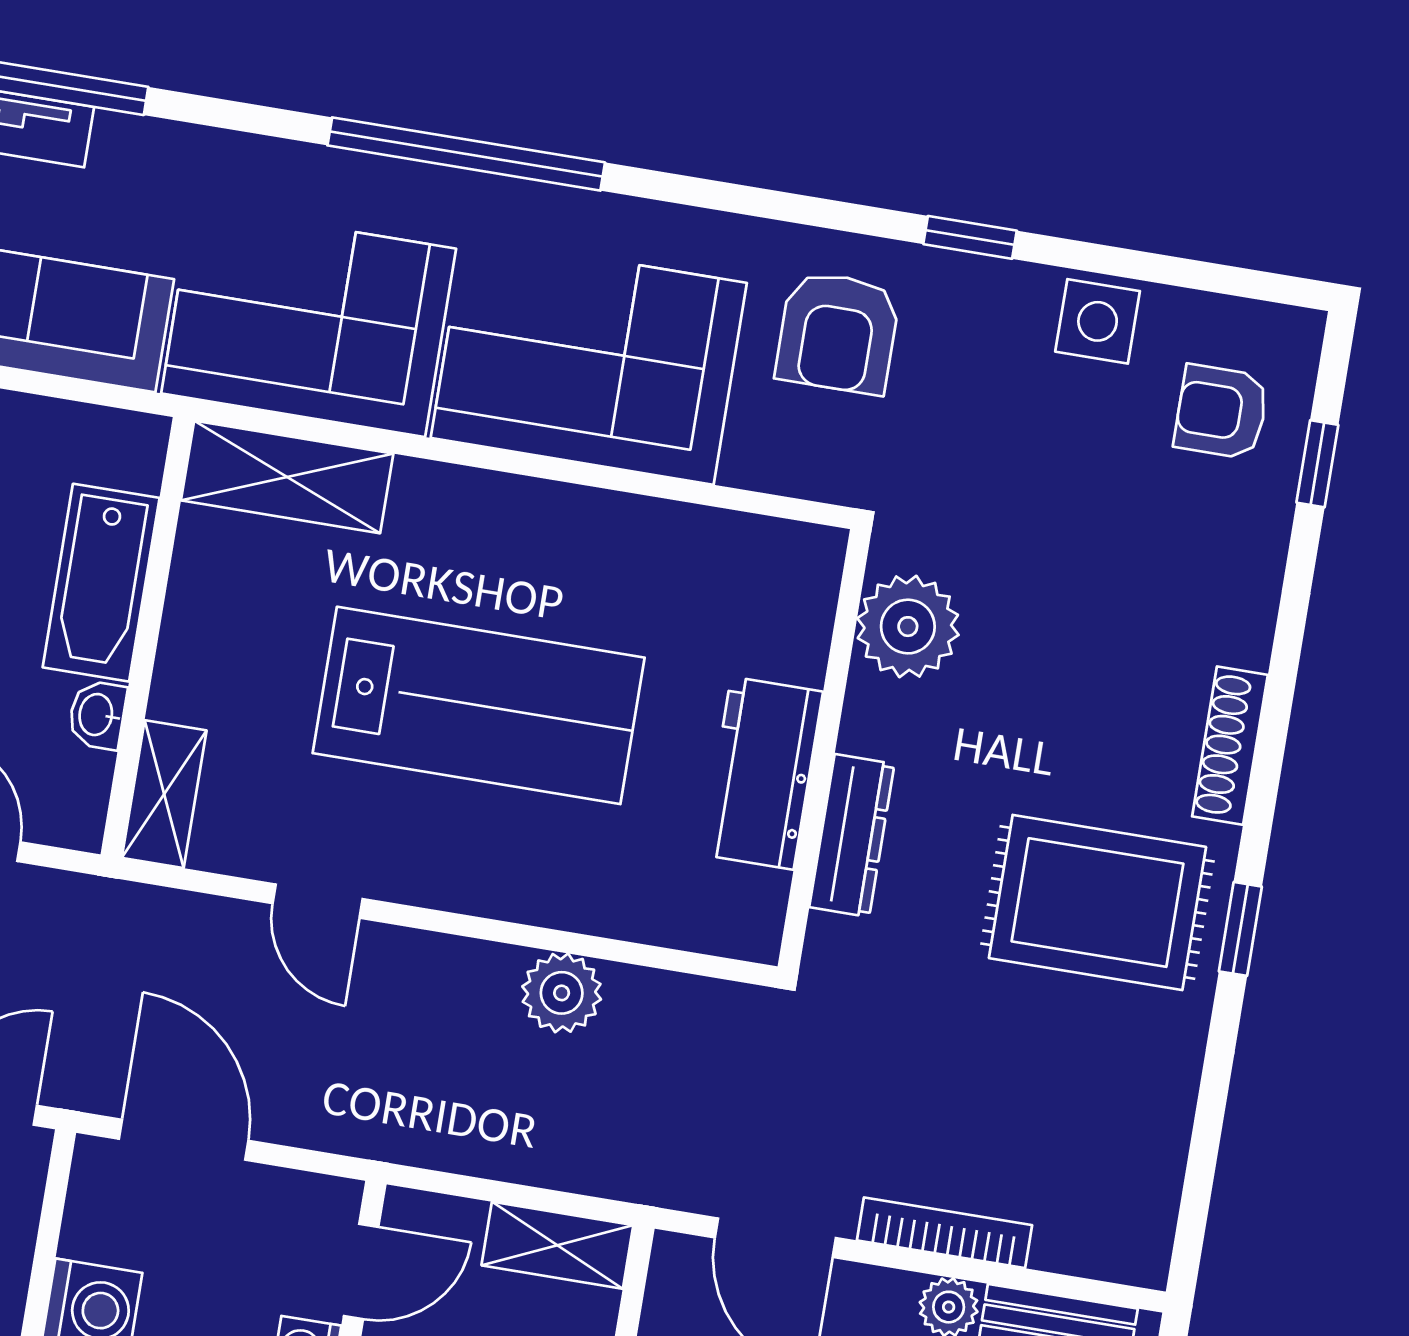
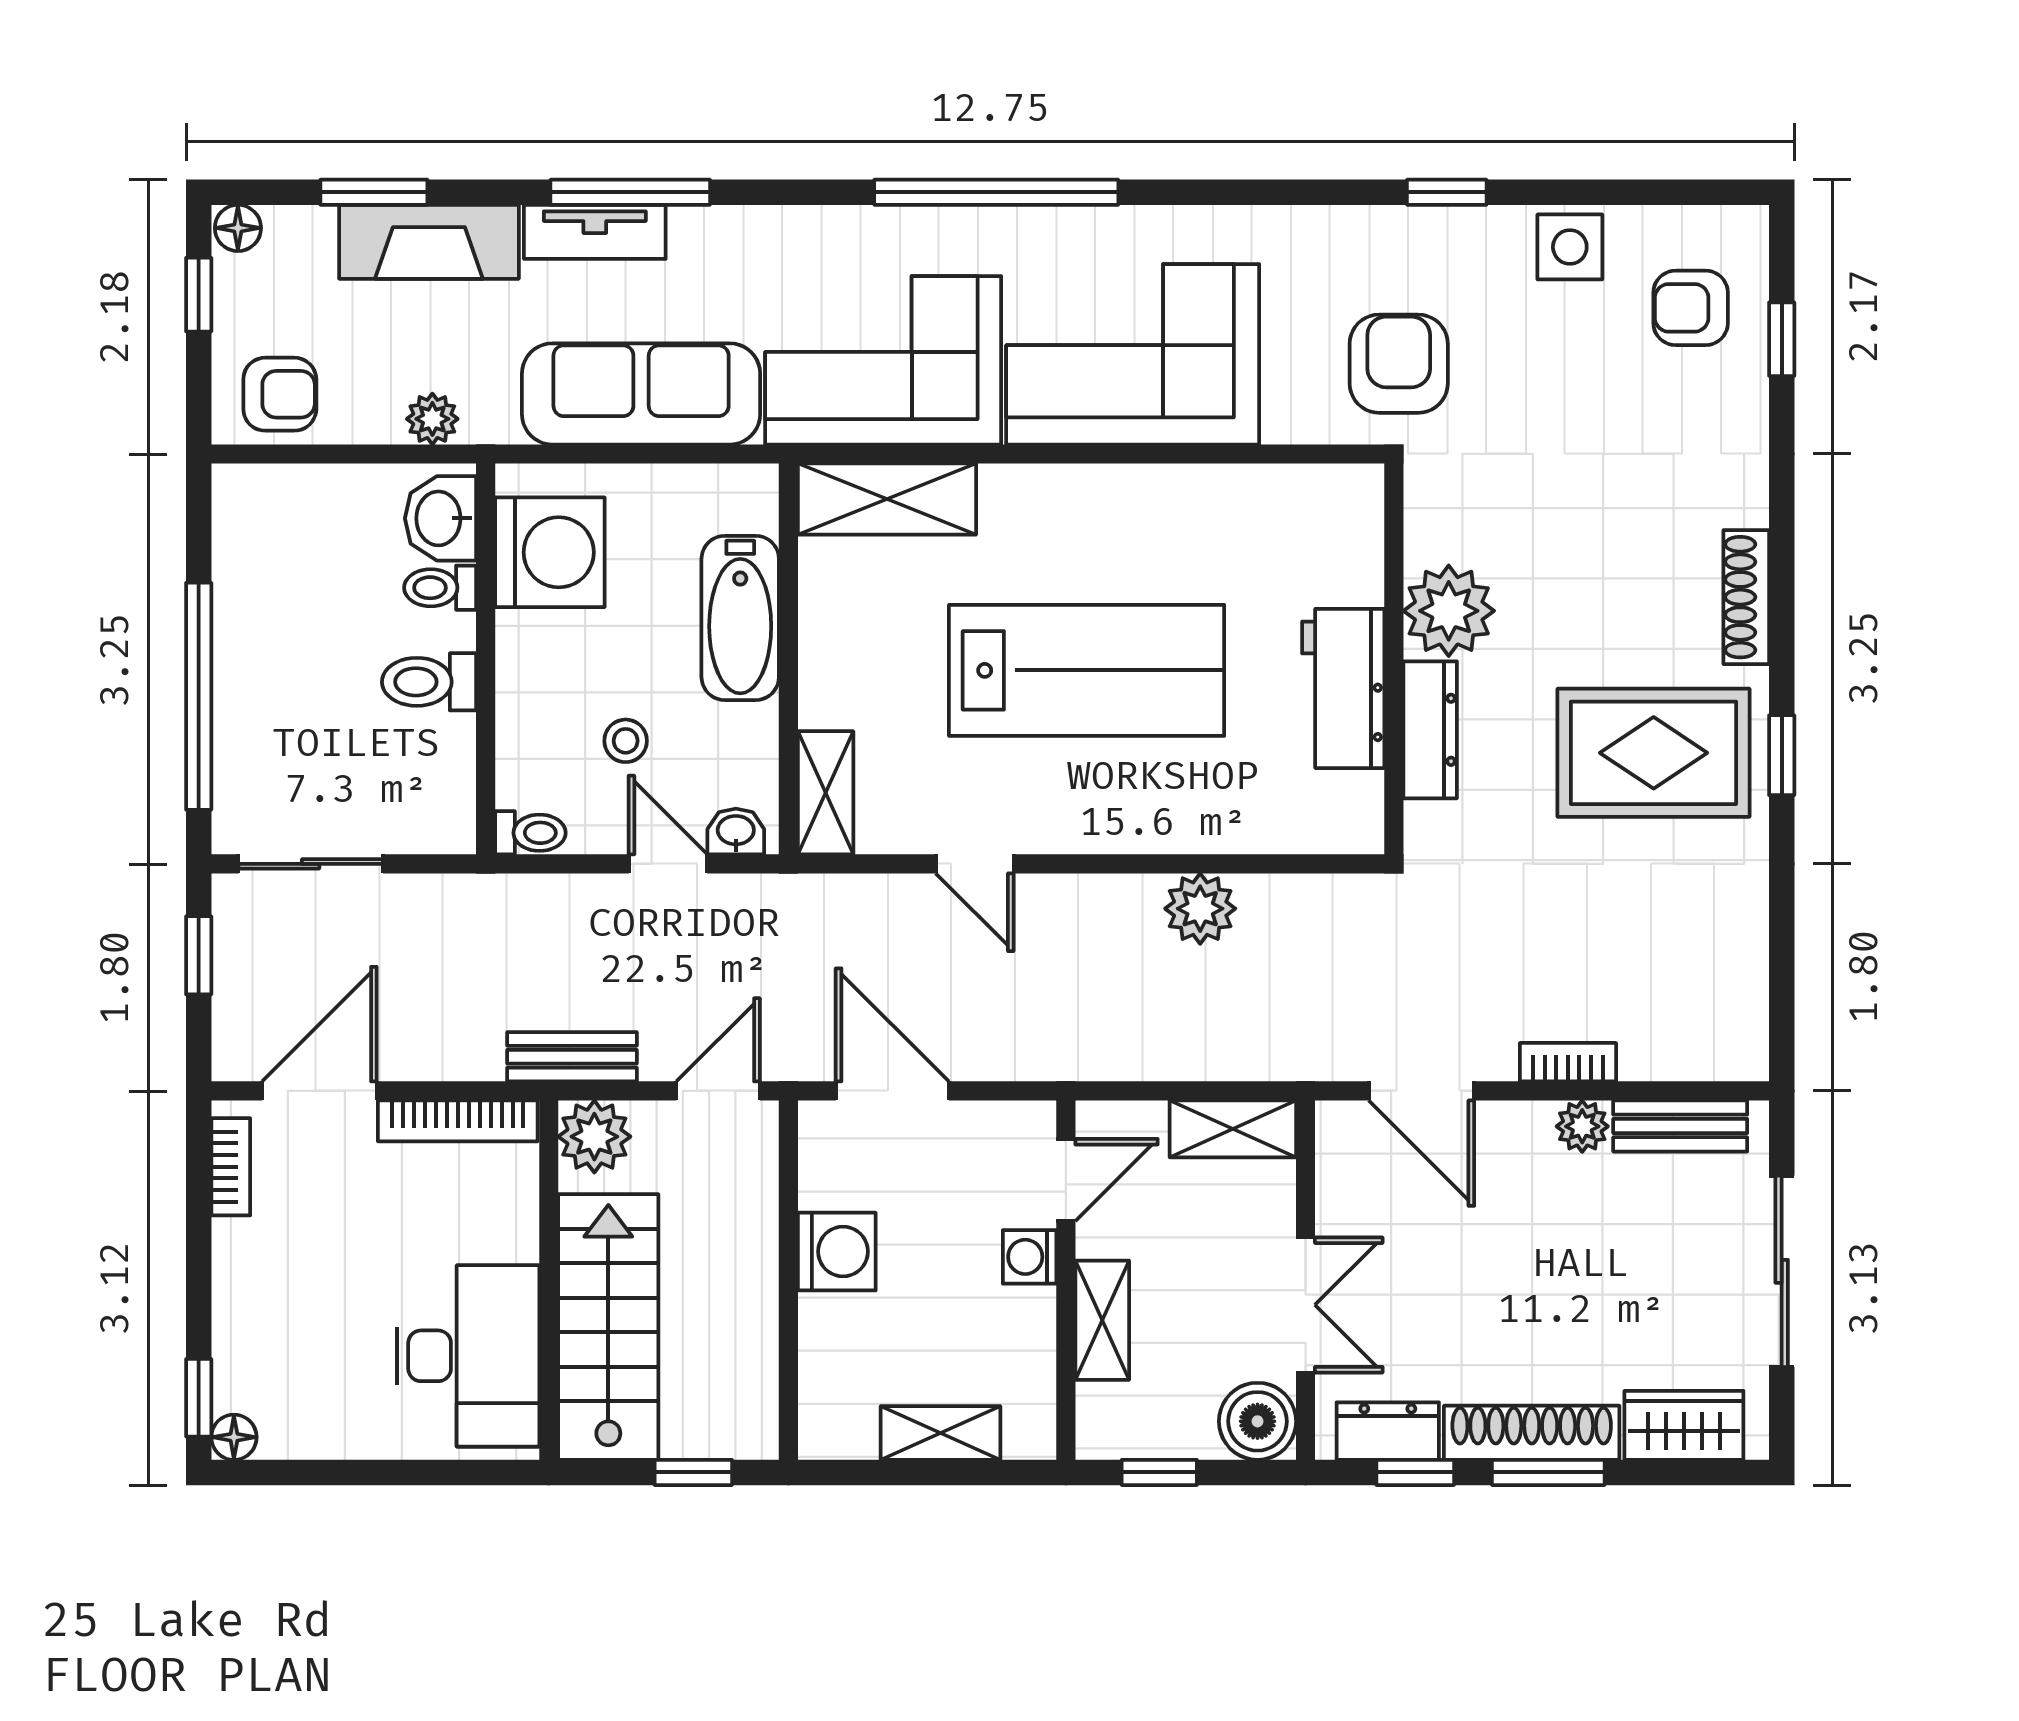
armchair: (838, 333) -> (1399, 364), moved, turned 180
plant: (908, 627) -> (1449, 611), moved
washbasin: (97, 715) -> (736, 831), moved, turned 90
bookcase: (944, 1233) -> (1568, 1062), width x0.64

